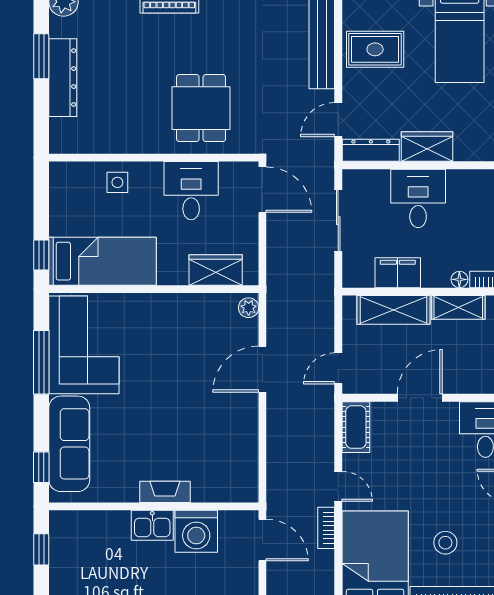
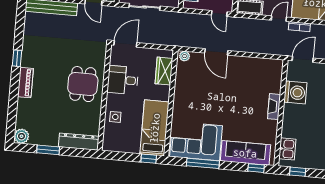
dresser: (63, 78) -> (79, 142), moved
dining table: (201, 108) -> (83, 84), moved, turned 90
kitchen sink: (152, 525) -> (287, 149), moved

